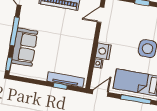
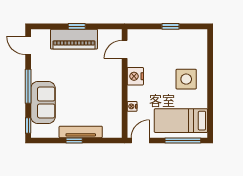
nightstand: (103, 51) -> (135, 76), moved
tv unit: (66, 80) -> (81, 132), moved
window: (60, 86) -> (74, 141), moved

